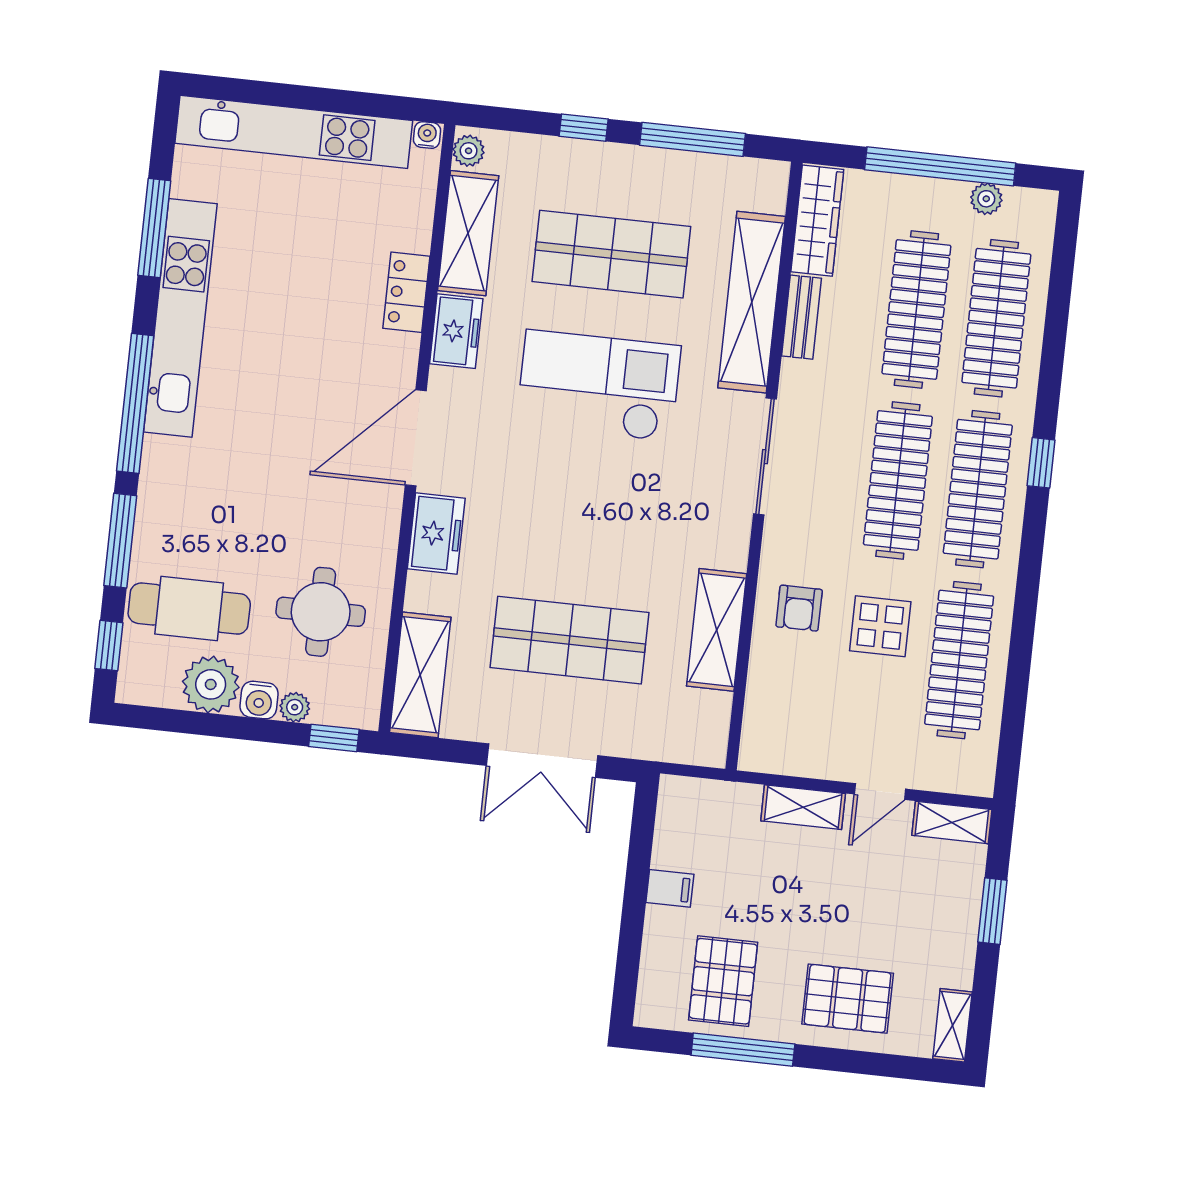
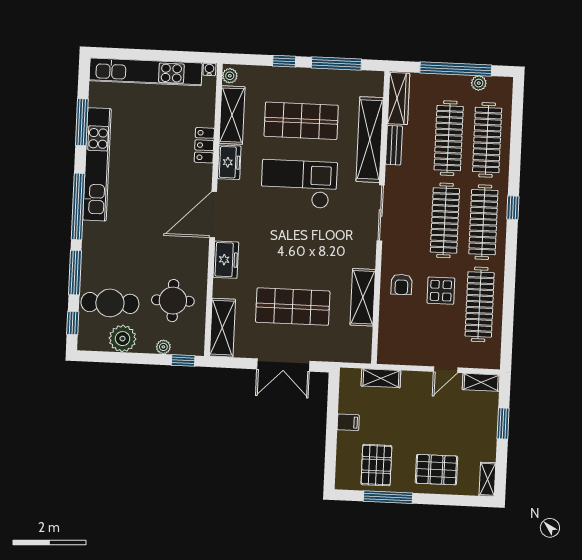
water cooler: (259, 700) -> (146, 345), removed
shelving: (803, 807) -> (381, 378), moved

